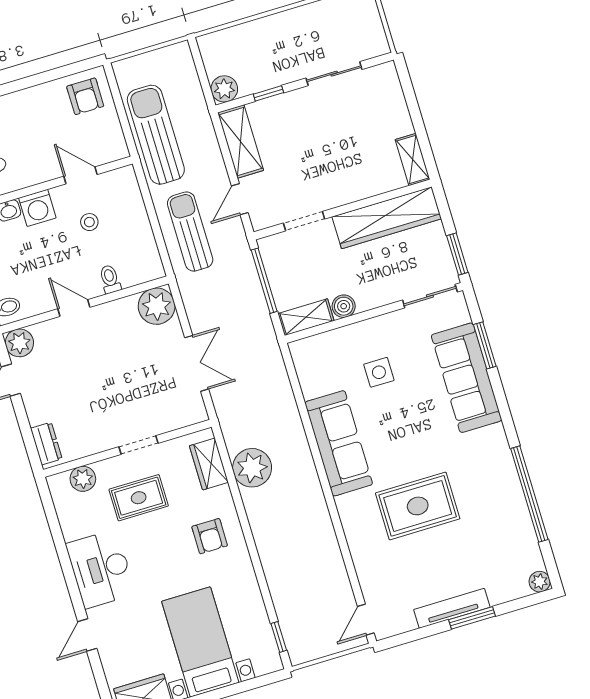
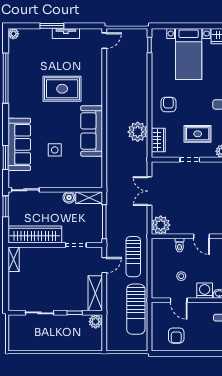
armchair: (85, 96) -> (176, 336), moved, turned 180
side table: (379, 372) -> (55, 150), moved
tv unit: (452, 608) -> (66, 34), width x0.71

